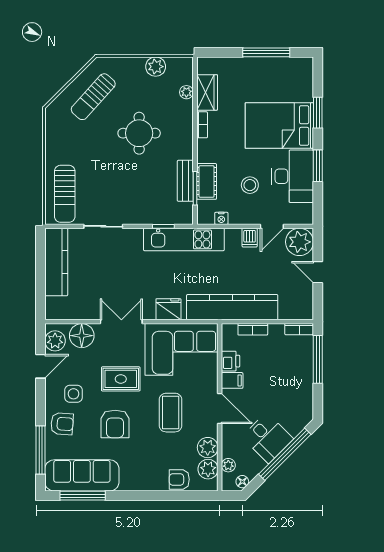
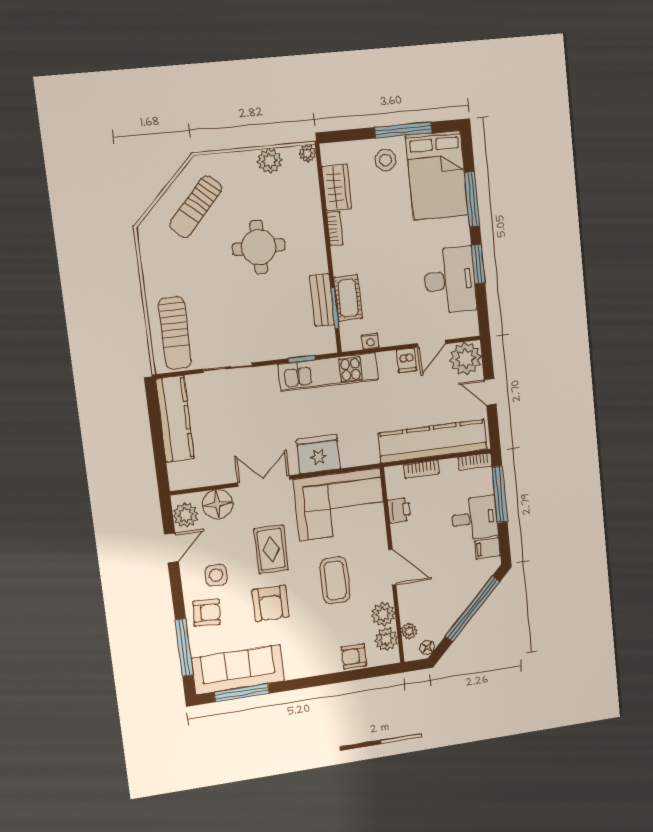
plant: (186, 92) -> (307, 153), moved
window: (318, 113) -> (472, 199), width x1.44
bed: (279, 126) -> (437, 175), moved, turned -90
stool: (250, 185) -> (386, 160), moved
kitchen counter: (232, 307) -> (433, 441), moved
fridge: (168, 309) -> (318, 454), width x1.36, depth x1.34
rug: (121, 379) -> (271, 549), turned 90
filing cabinet: (232, 380) -> (487, 548), moved, turned 180
desk: (268, 438) -> (475, 518), moved, turned -45

